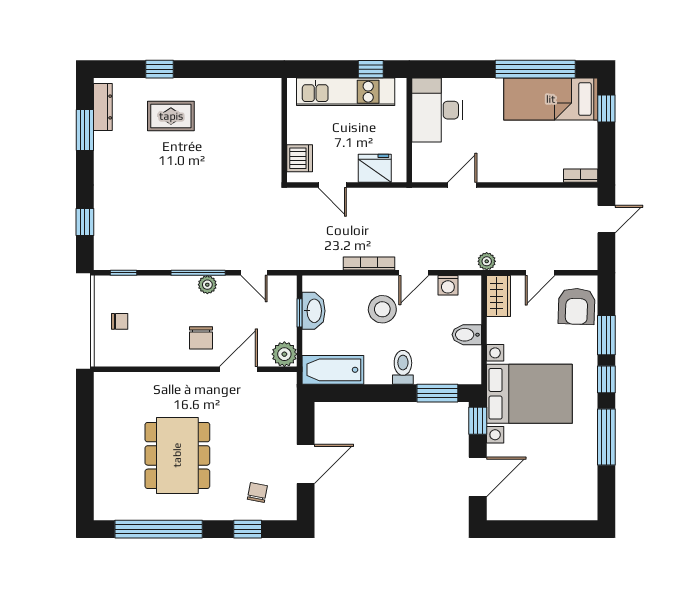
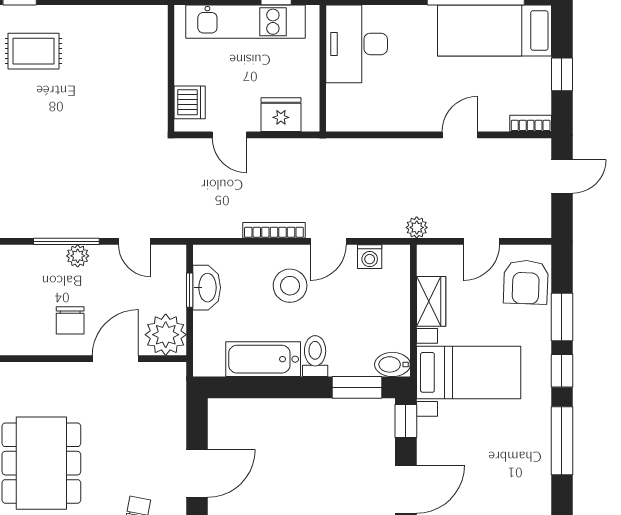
window: (606, 108) -> (562, 74), moved
door: (462, 185) -> (460, 135), moved
wardrobe: (498, 296) -> (431, 301), moved
bidet: (467, 335) -> (392, 364), moved
plant: (284, 354) -> (166, 335), width x1.36, depth x1.36
bathtub: (333, 370) -> (263, 359), moved
bed with nightstands: (529, 394) -> (469, 372), width x0.73

